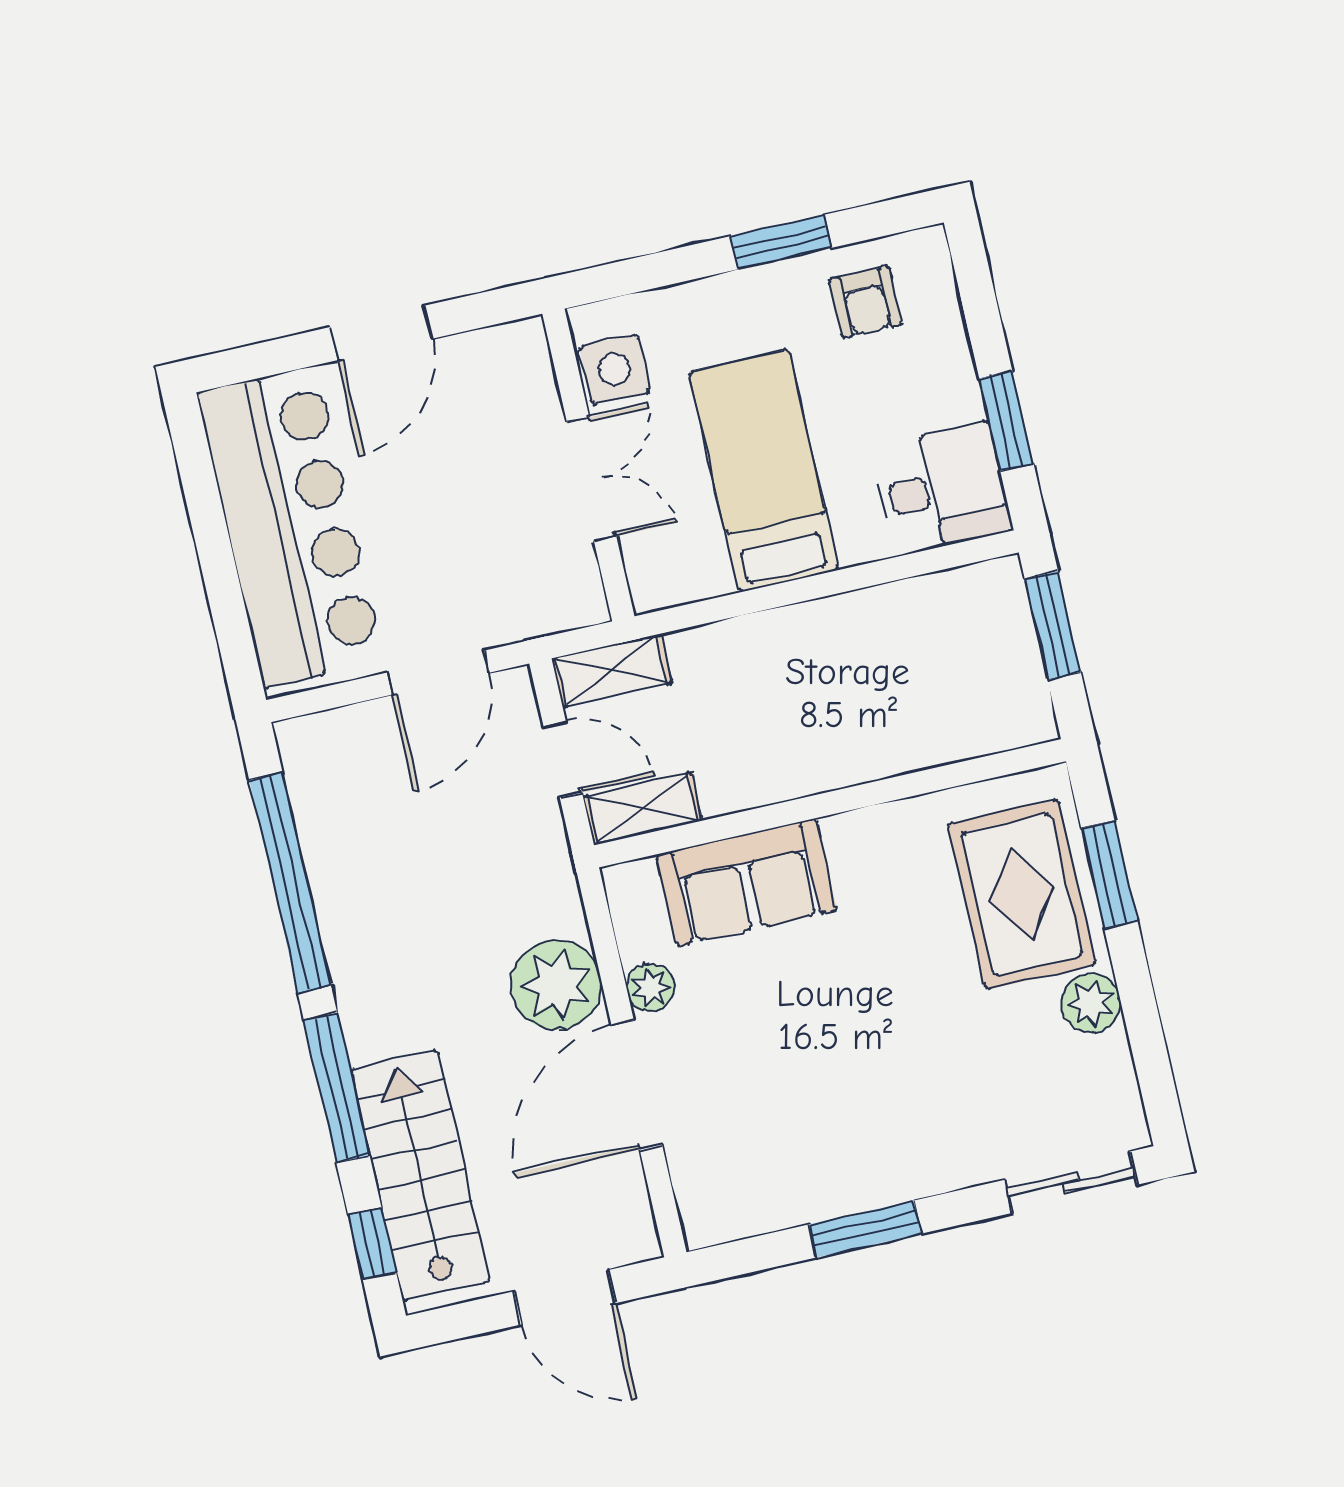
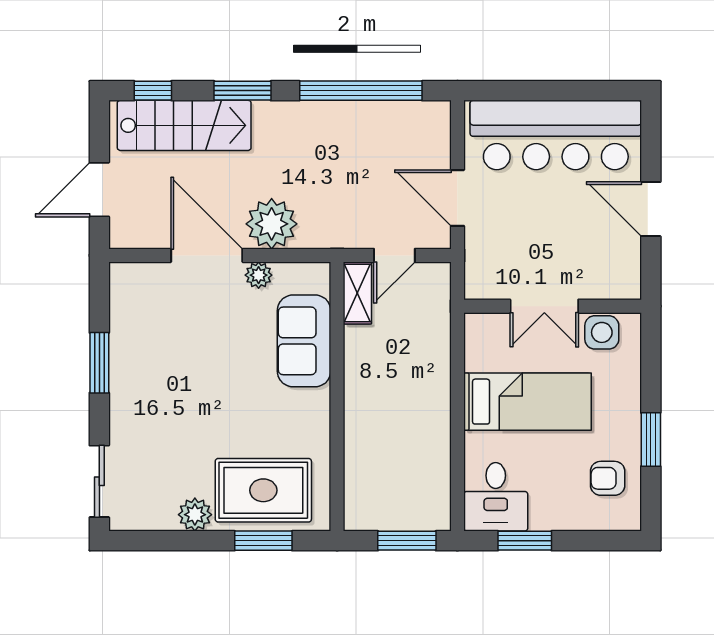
shelving: (612, 671) -> (437, 293), removed
window: (337, 1088) -> (243, 91), width x0.69

